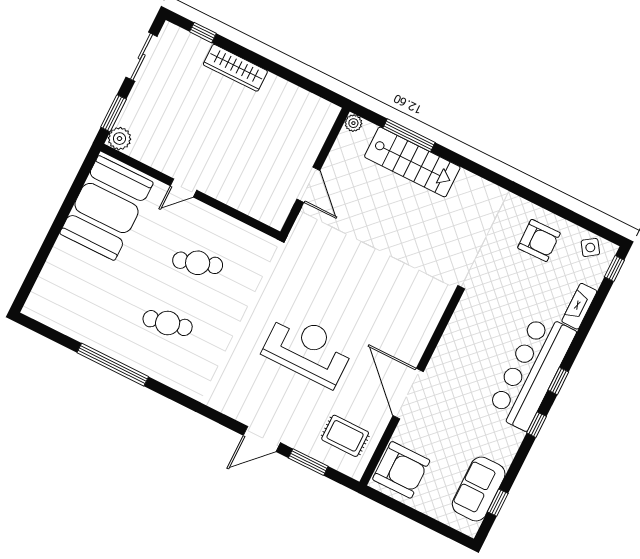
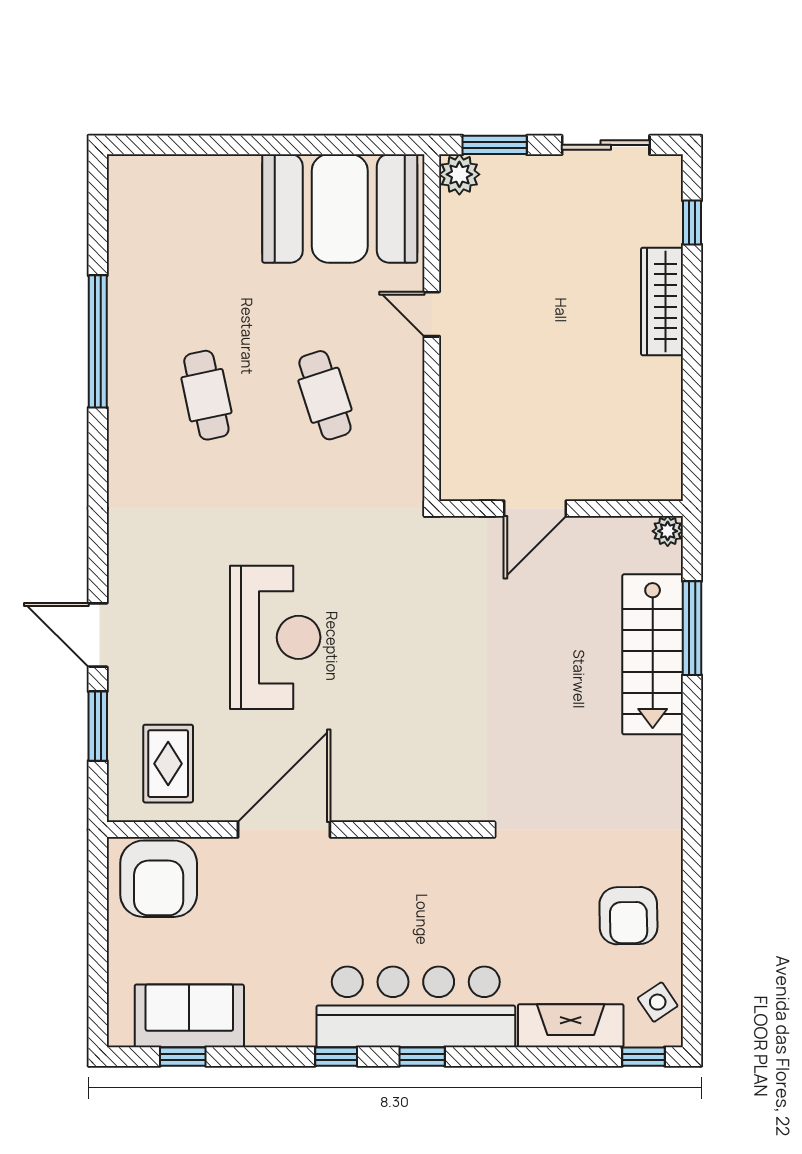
fireplace: (579, 306) -> (571, 1026), width x1.37, depth x1.32

